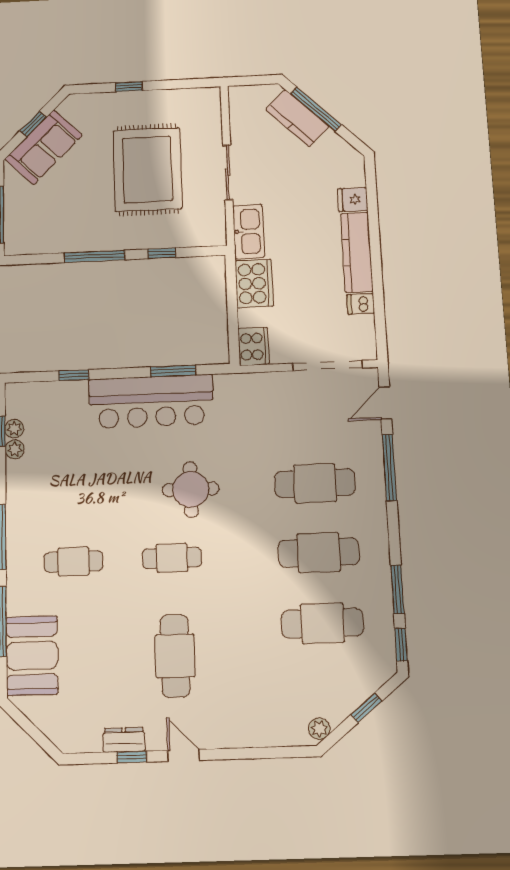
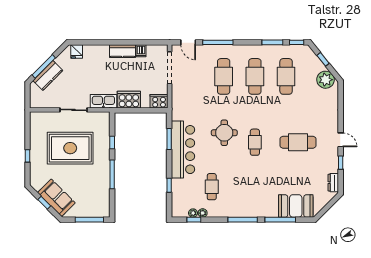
fridge: (353, 200) -> (77, 52), moved
kitchen counter: (357, 252) -> (122, 51), width x0.67
cafe table: (73, 562) -> (212, 187), moved
plant: (319, 729) -> (326, 80), width x1.87, depth x1.87
dresser: (124, 740) -> (333, 183), moved
door: (184, 755) -> (341, 140), swing flipped

